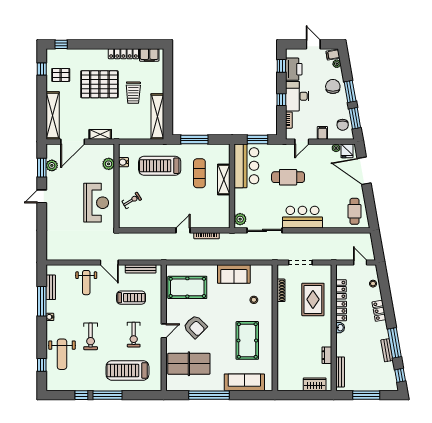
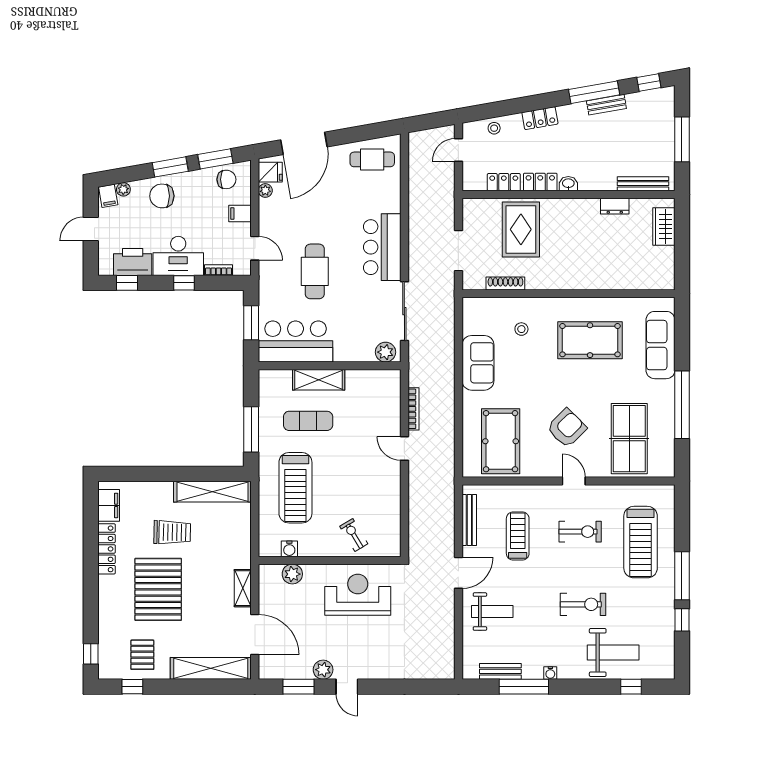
plant: (52, 165) -> (323, 670), moved
rug: (313, 299) -> (521, 229), turned 90

